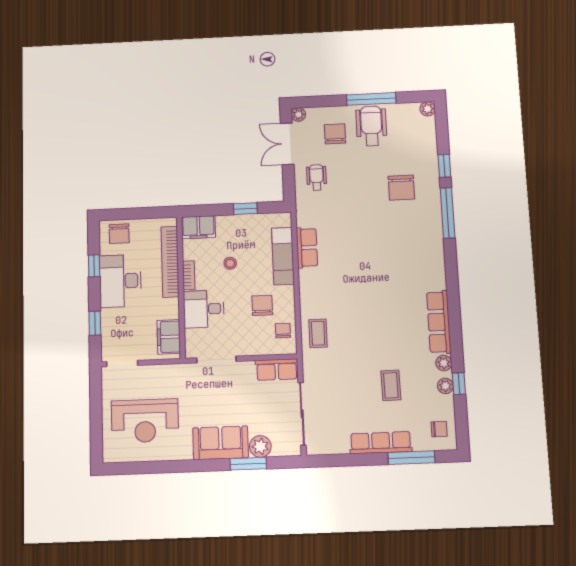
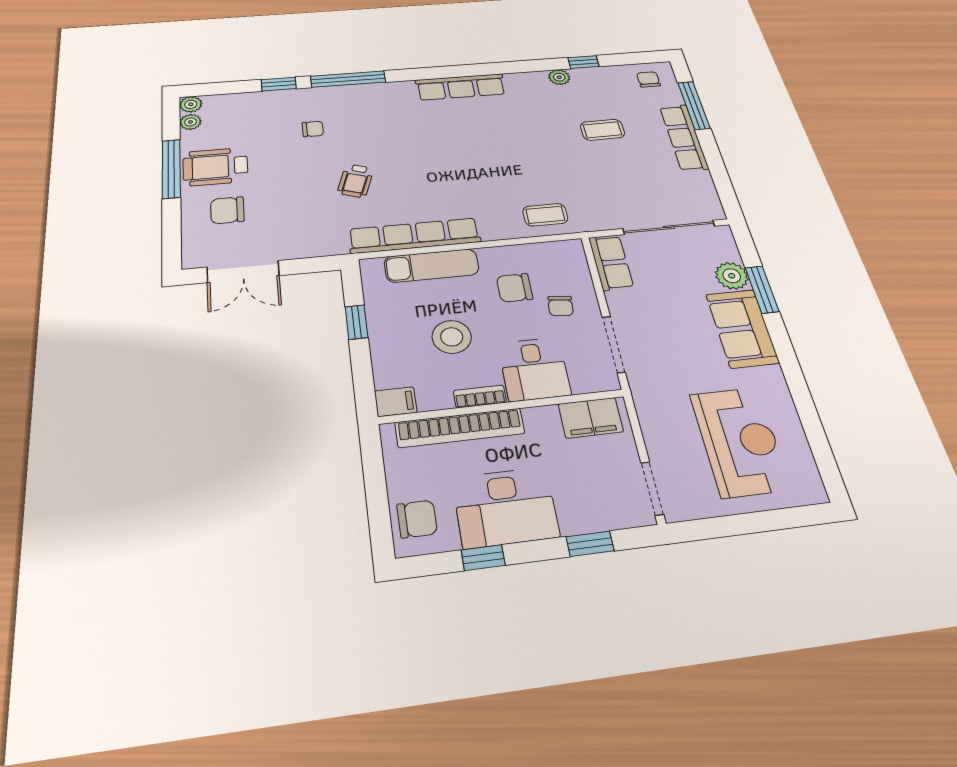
plant: (298, 115) -> (190, 122), moved
wheelchair: (317, 177) -> (356, 181), moved, turned -71
chair: (401, 188) -> (313, 129), width x0.54, depth x0.54
filing cabinet: (198, 227) -> (396, 402), width x0.50
row of seats: (307, 248) -> (414, 236), width x2.02
stool: (230, 263) -> (452, 337), width x1.89, depth x1.89
row of seats: (439, 322) -> (461, 87), moved
chair: (283, 331) -> (561, 306), moved, turned -84
plant: (445, 386) -> (590, 75), removed

